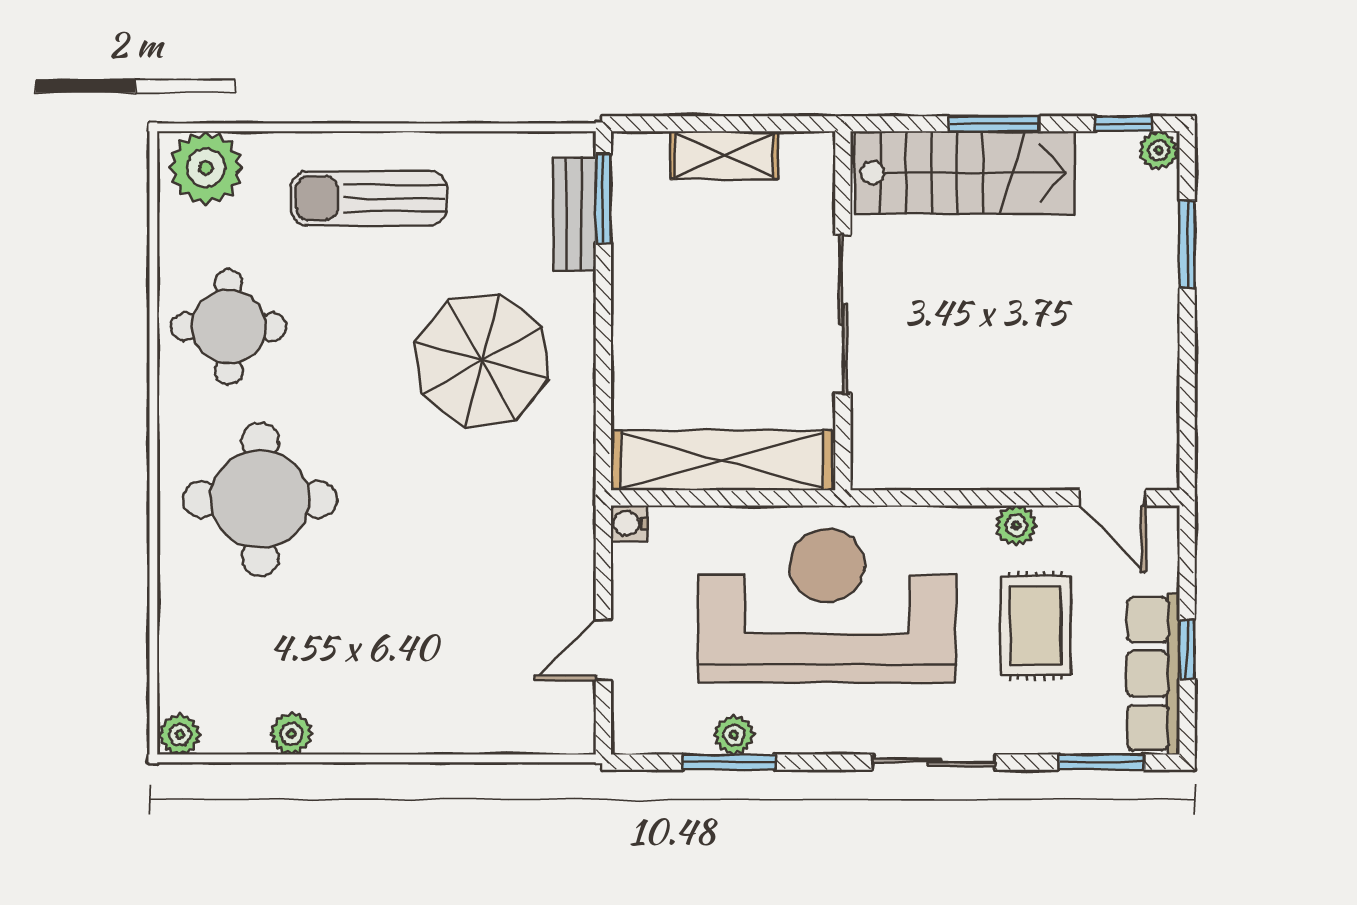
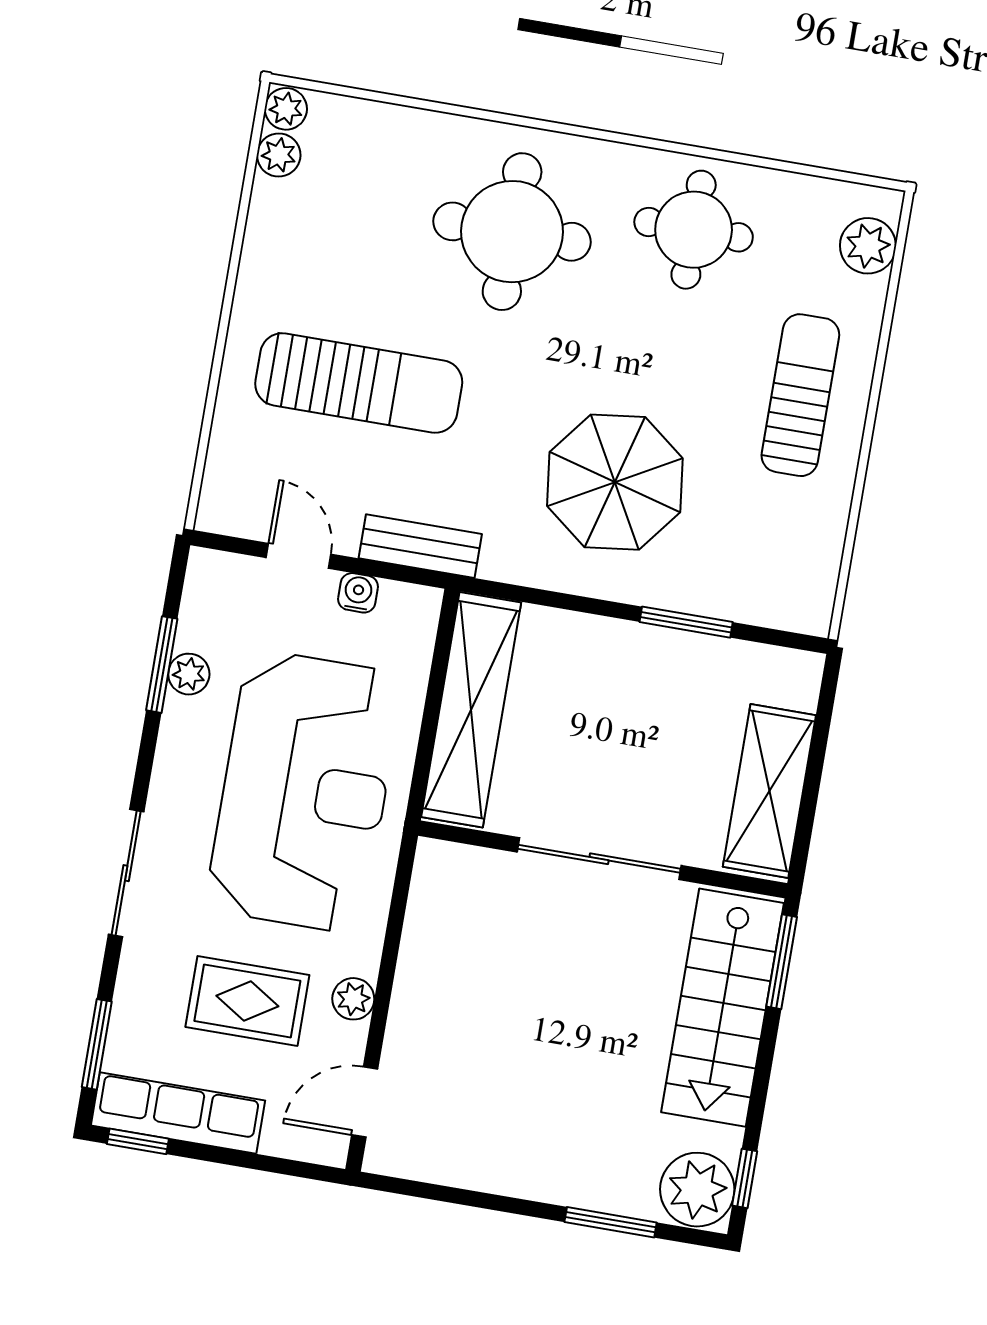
window: (994, 124) -> (782, 962), moved
plant: (1159, 150) -> (697, 1190), width x1.88, depth x1.88
shelving: (724, 155) -> (769, 791), width x1.50, depth x1.33
plant: (206, 168) -> (868, 246), width x0.73, depth x0.73
window: (603, 199) -> (686, 622), moved
bench: (574, 214) -> (420, 546), moved
water cooler: (629, 523) -> (358, 593), moved
sun lounger: (429, 621) -> (359, 383), added
window: (1187, 650) -> (138, 1141), moved
plant: (291, 734) -> (279, 155), moved

